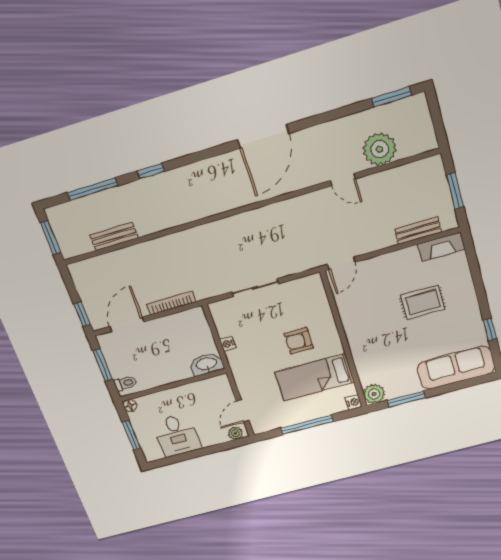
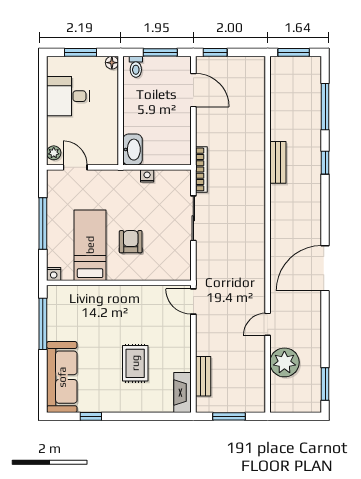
door: (263, 136) -> (325, 268), hinge flipped
bench: (114, 236) -> (278, 162), moved
bookcase: (171, 303) -> (201, 169), moved
plant: (374, 394) -> (57, 295), removed
window: (406, 399) -> (43, 324), width x1.44

